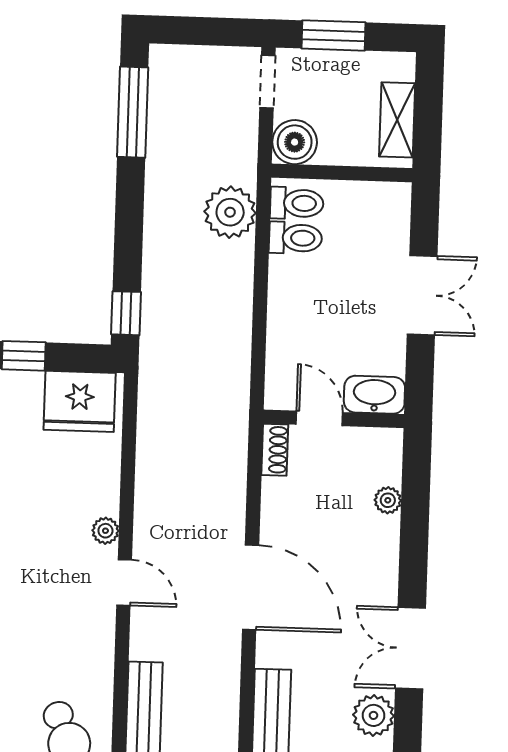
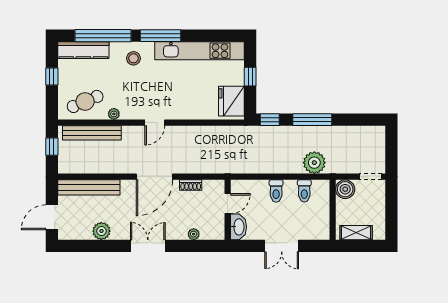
window: (333, 35) -> (391, 204), removed
window: (133, 112) -> (312, 120), moved
toilet: (297, 203) -> (276, 191), moved
shoe rack: (275, 450) -> (191, 185), moved
plant: (105, 531) -> (114, 114), moved
double door: (410, 648) -> (148, 246), moved

